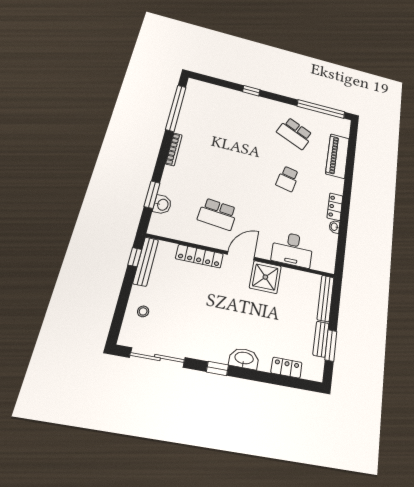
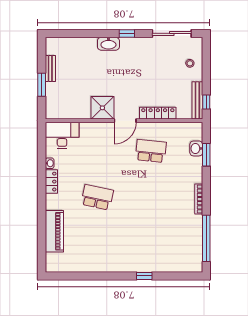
window: (321, 109) -> (76, 276), removed
school desk: (295, 133) -> (97, 243), removed
school desk: (288, 179) -> (97, 197), width x1.85
desk: (292, 249) -> (62, 135), moved
bench: (325, 298) -> (50, 101), removed
window: (331, 345) -> (42, 85), moved
locker: (286, 368) -> (75, 43), removed

